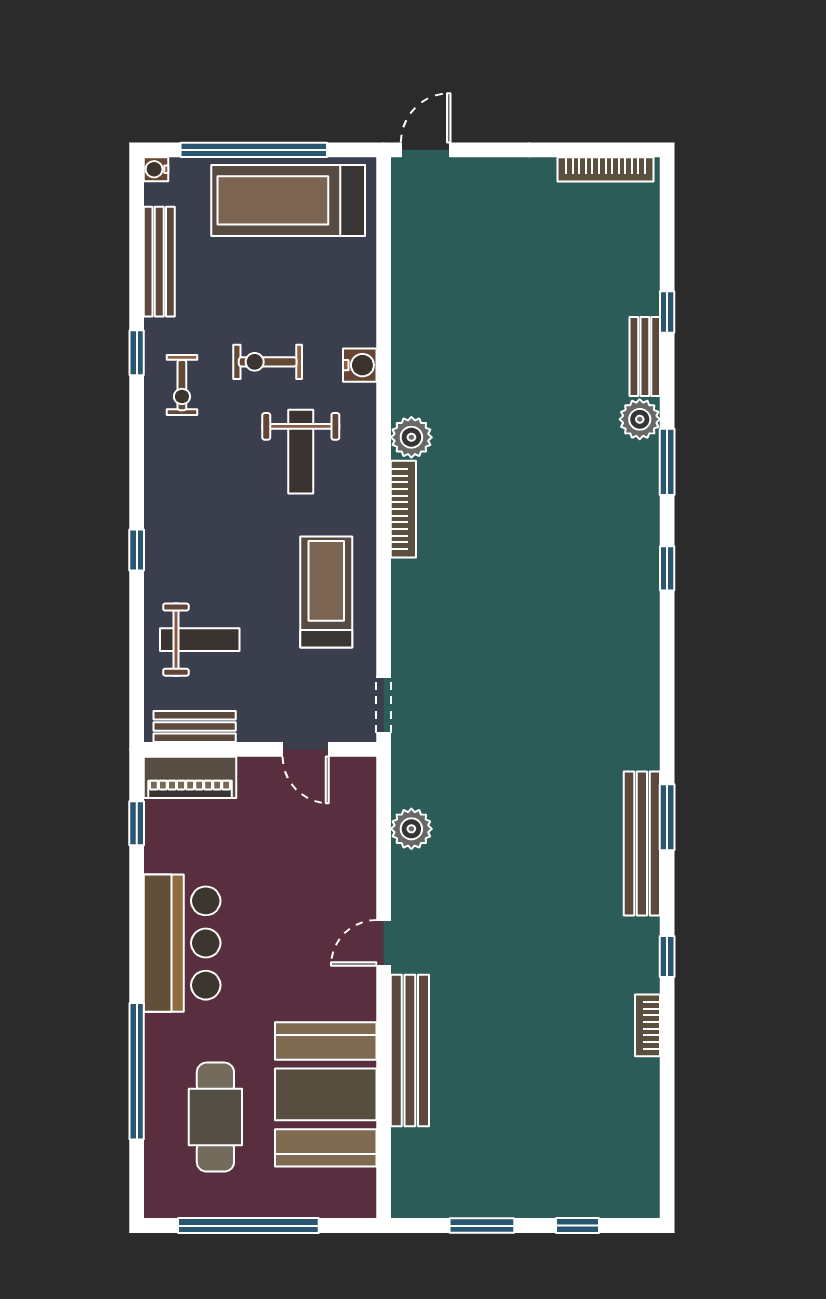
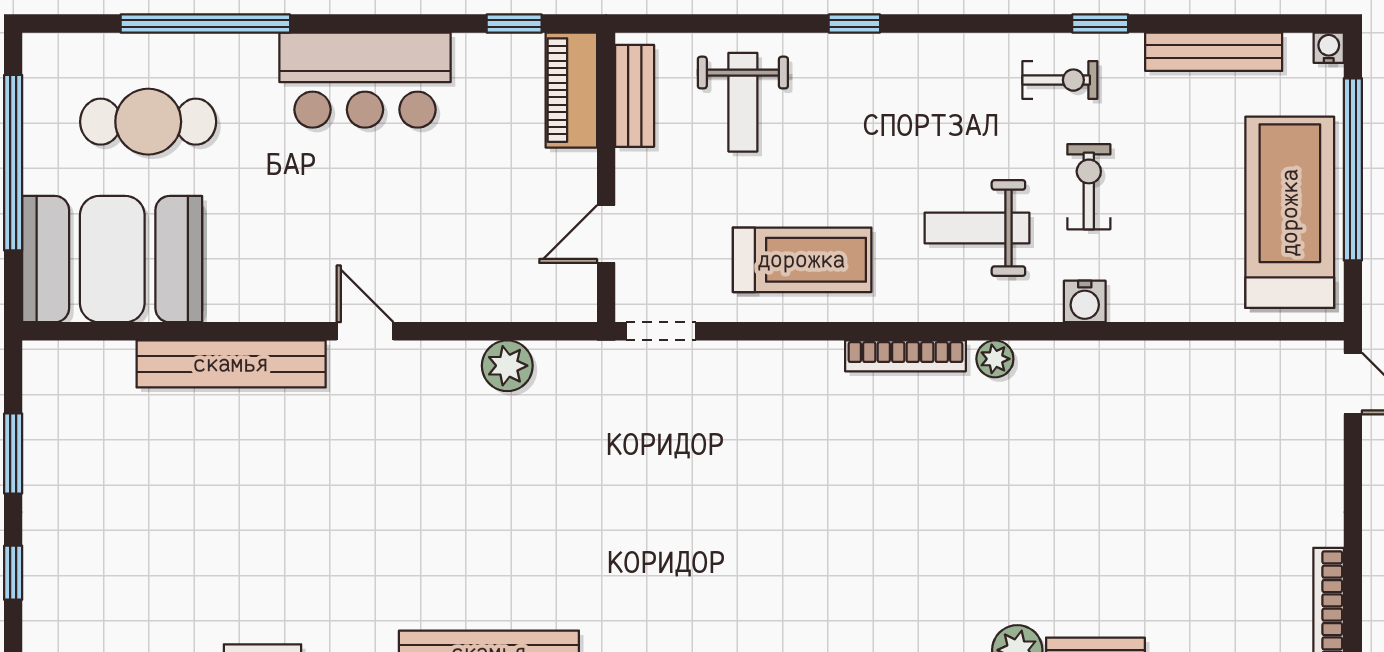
exercise bike: (182, 385) -> (1060, 80), turned 180
plant: (411, 437) -> (995, 359), width x0.73, depth x0.73
booth: (326, 1094) -> (112, 259), moved

